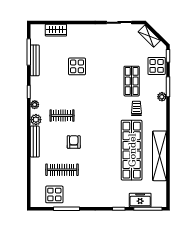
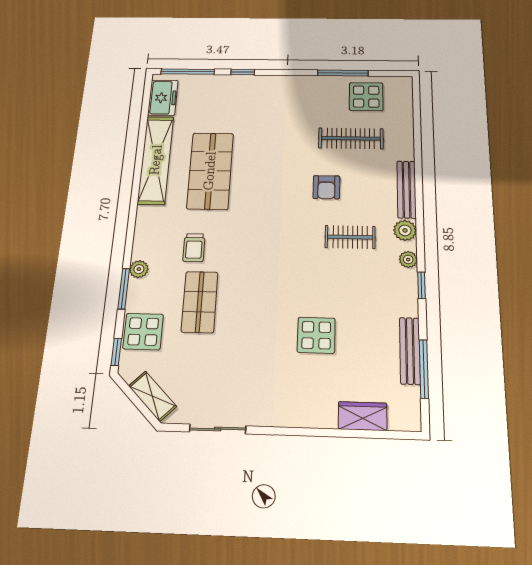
shop shelf: (132, 150) -> (210, 171), width x0.71
freezer: (140, 200) -> (163, 98), moved, turned -90

